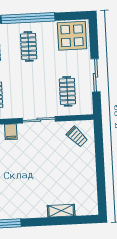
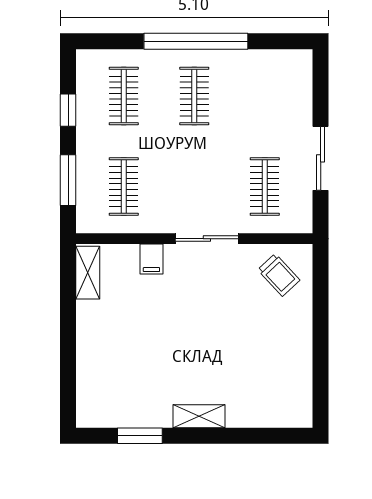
display table: (72, 36) -> (279, 80), removed
shelving: (61, 211) -> (199, 416), moved

